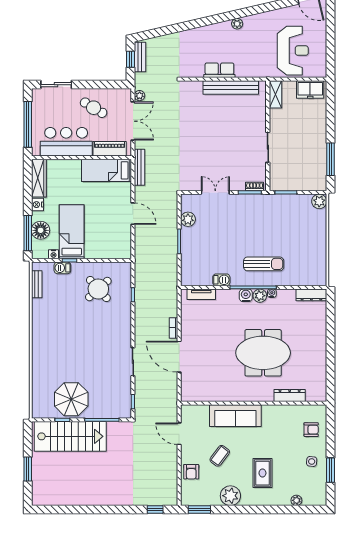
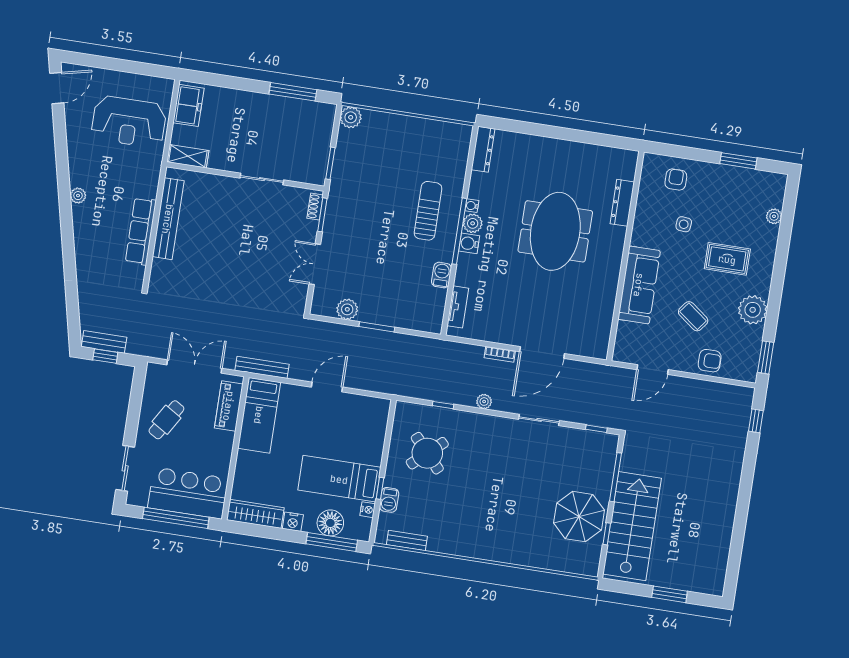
reception desk: (293, 51) -> (129, 122), turned 180
row of seats: (219, 70) -> (141, 231), width x1.48
plant: (140, 96) -> (484, 402), moved
bar counter: (66, 142) -> (188, 493), moved, turned 90
side table: (312, 461) -> (684, 224), moved

